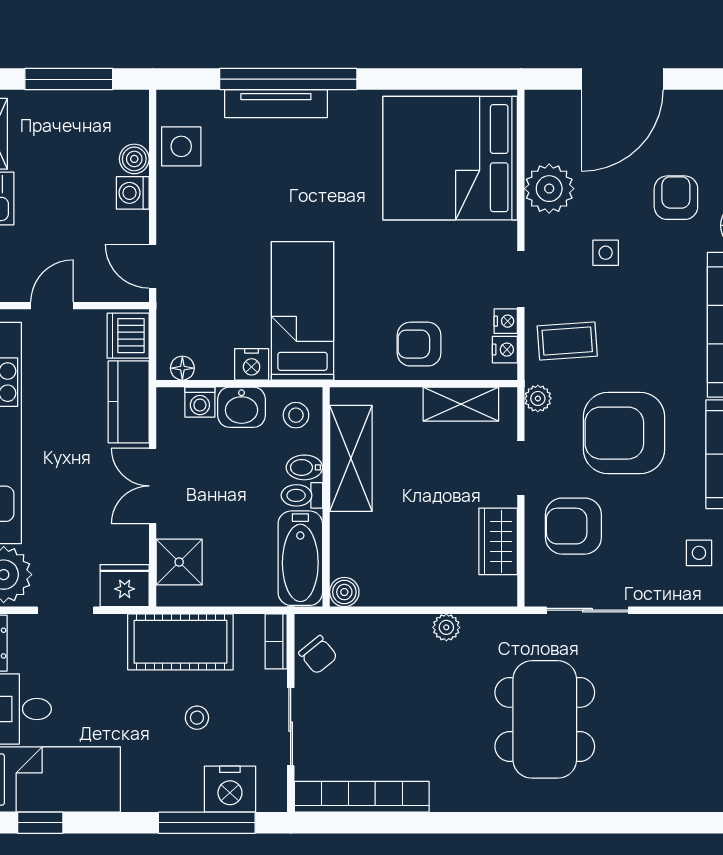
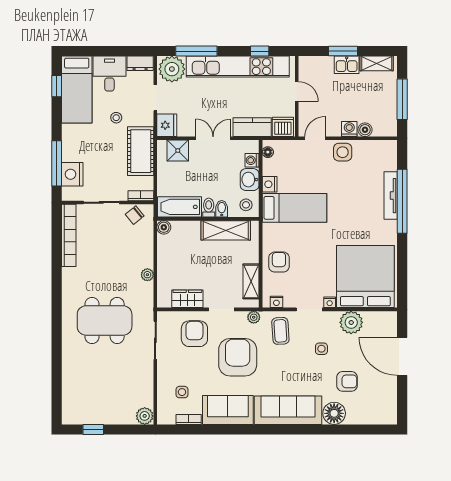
side table: (181, 146) -> (343, 152), moved
nightstand: (506, 321) -> (330, 302), moved
stool: (197, 718) -> (116, 118), moved

